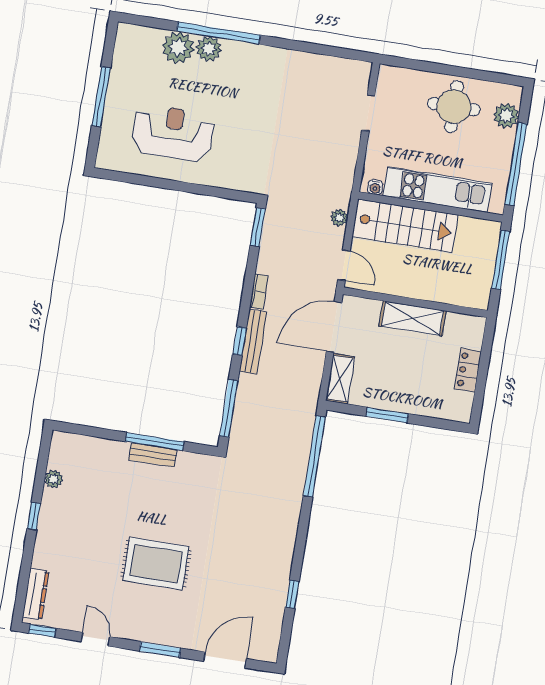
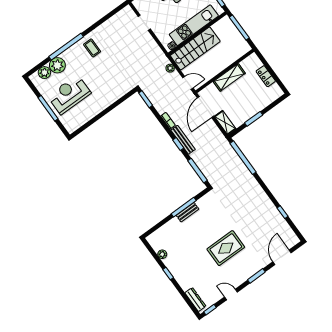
plant: (209, 49) -> (44, 73), moved
coffee table: (255, 73) -> (92, 48), added
reception desk: (173, 133) -> (69, 95), moved

